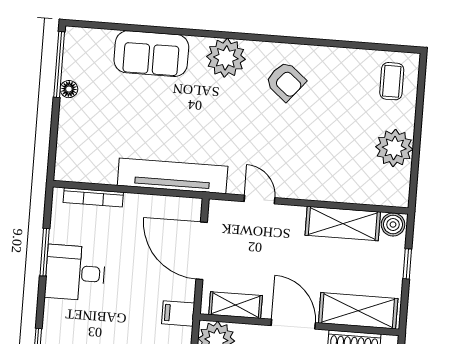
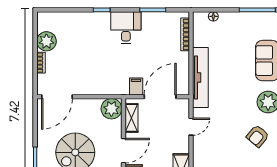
floor lamp: (69, 89) -> (213, 16), moved
desk: (75, 273) -> (126, 28), moved
filing cabinet: (178, 313) -> (136, 86), moved

